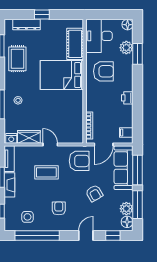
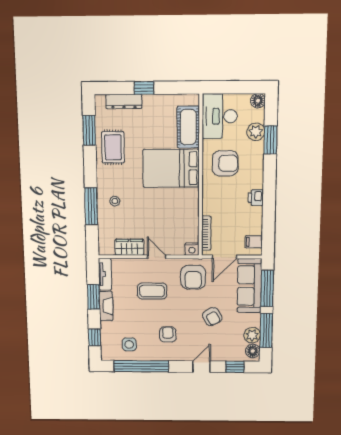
nightstand: (11, 138) -> (192, 249), moved
armchair: (79, 161) -> (193, 277), turned 90

